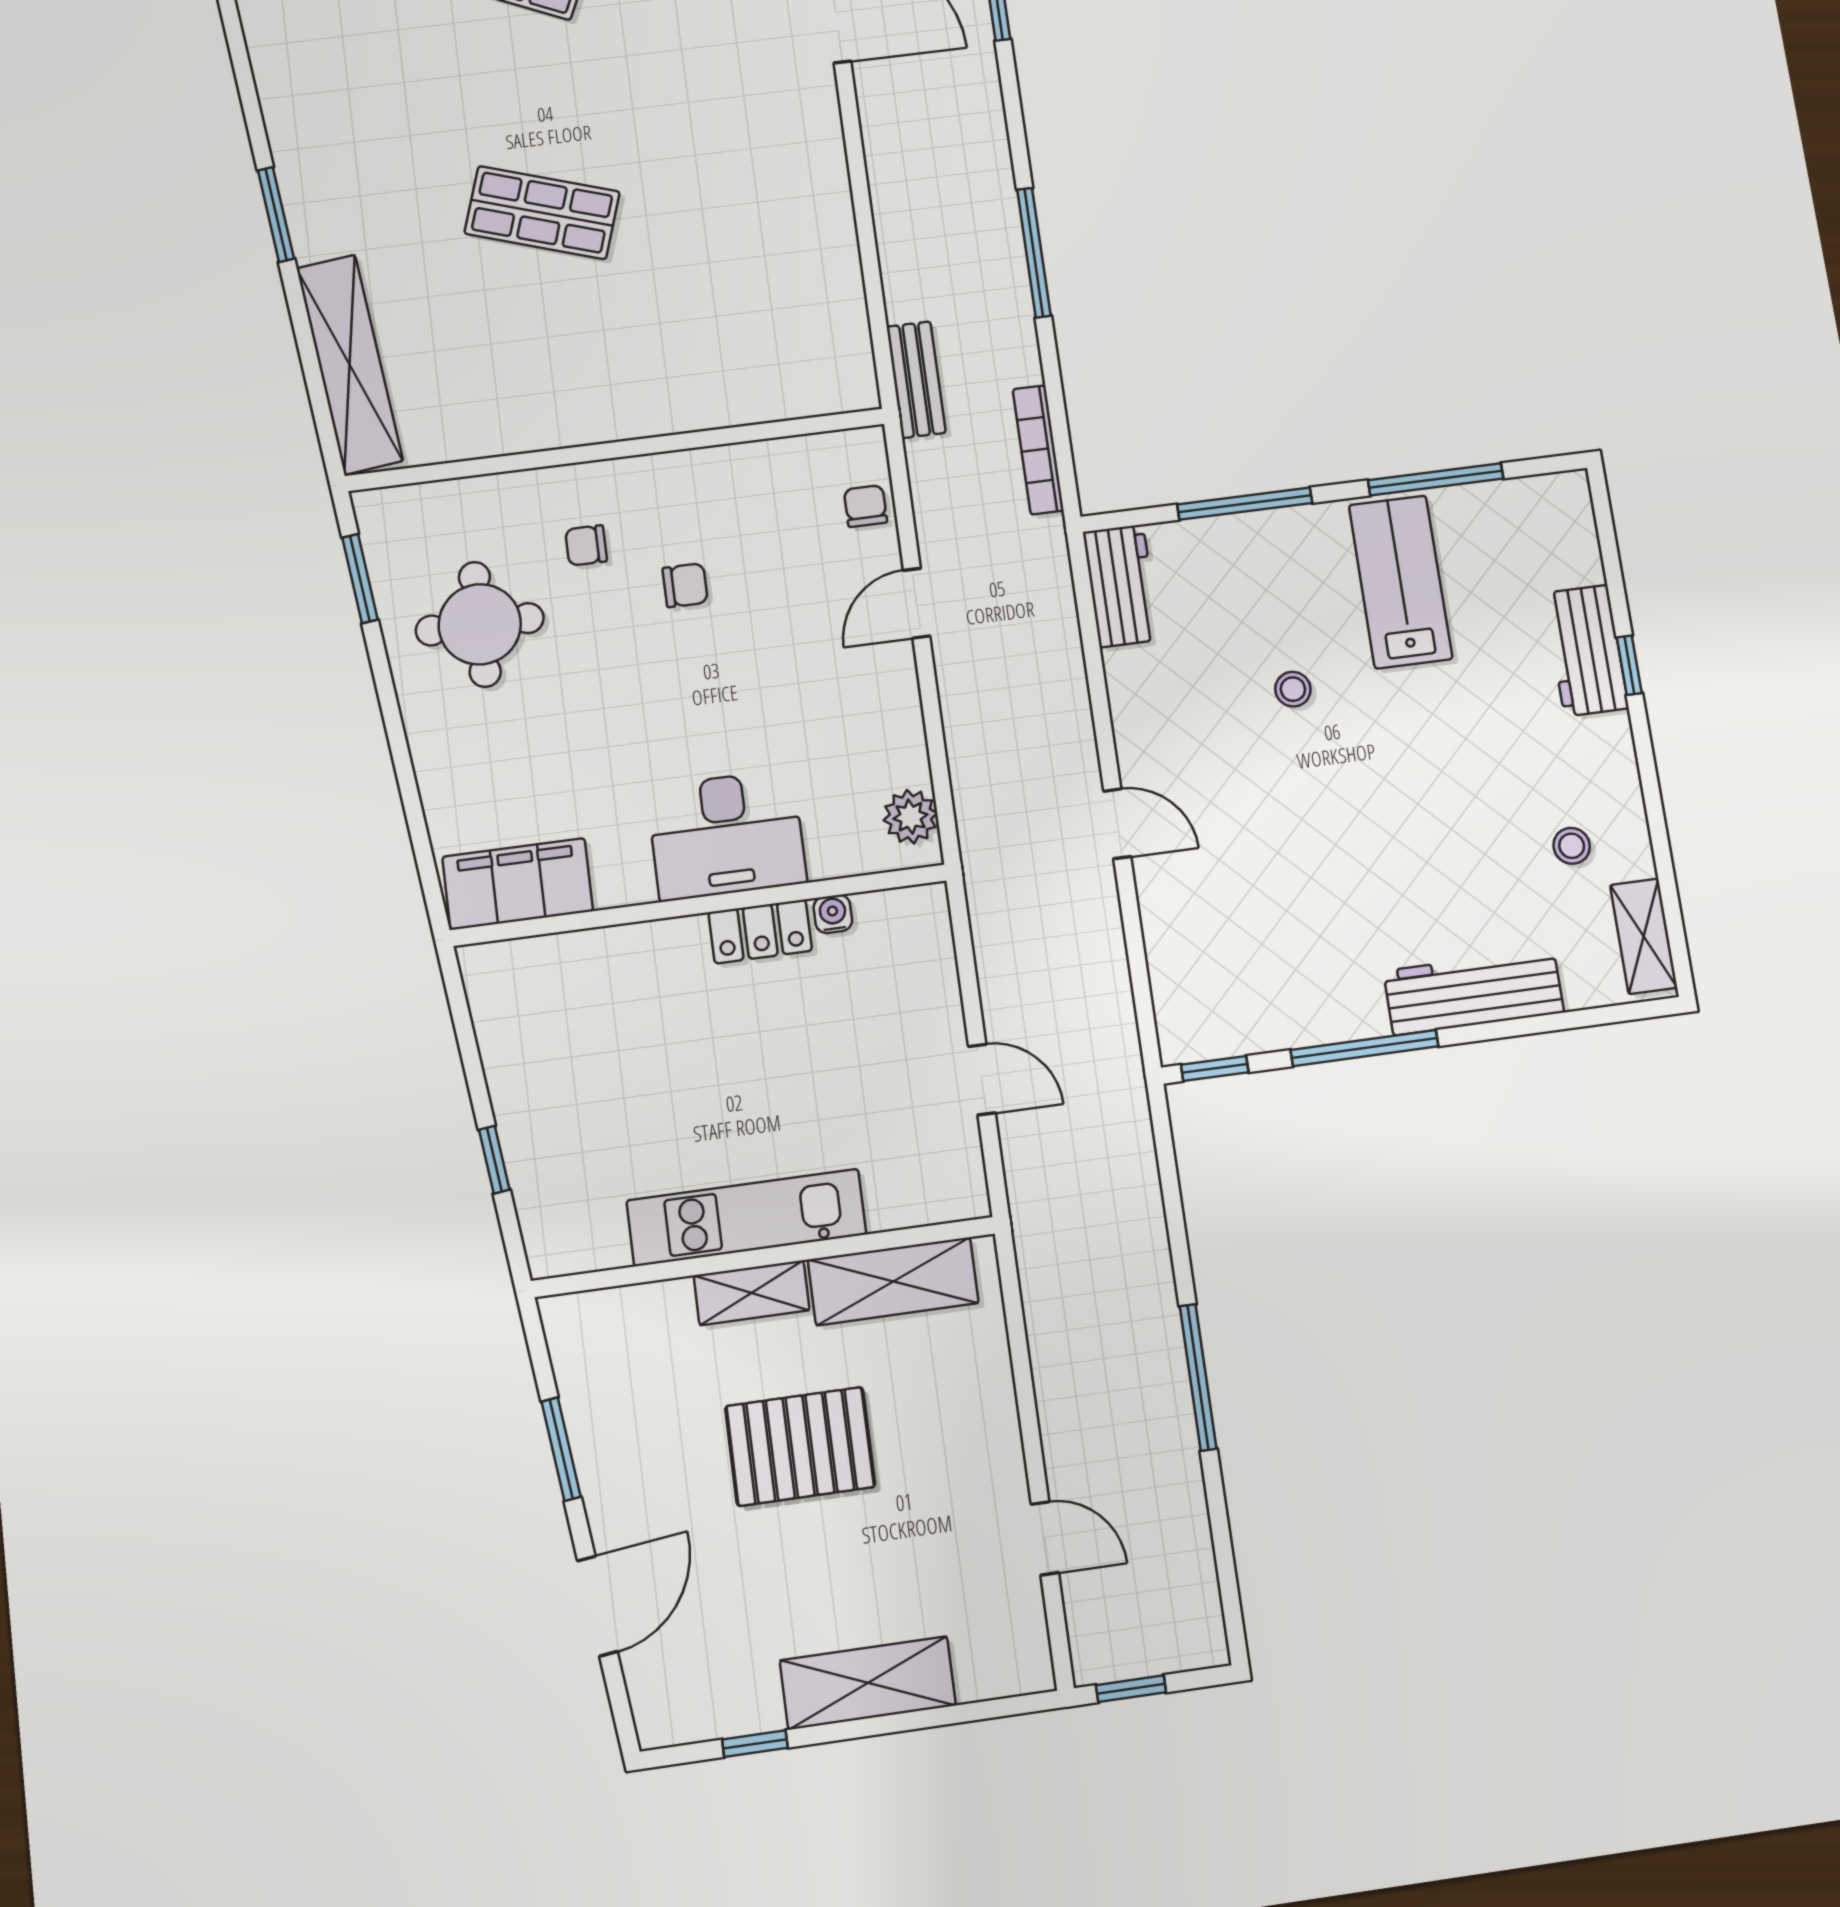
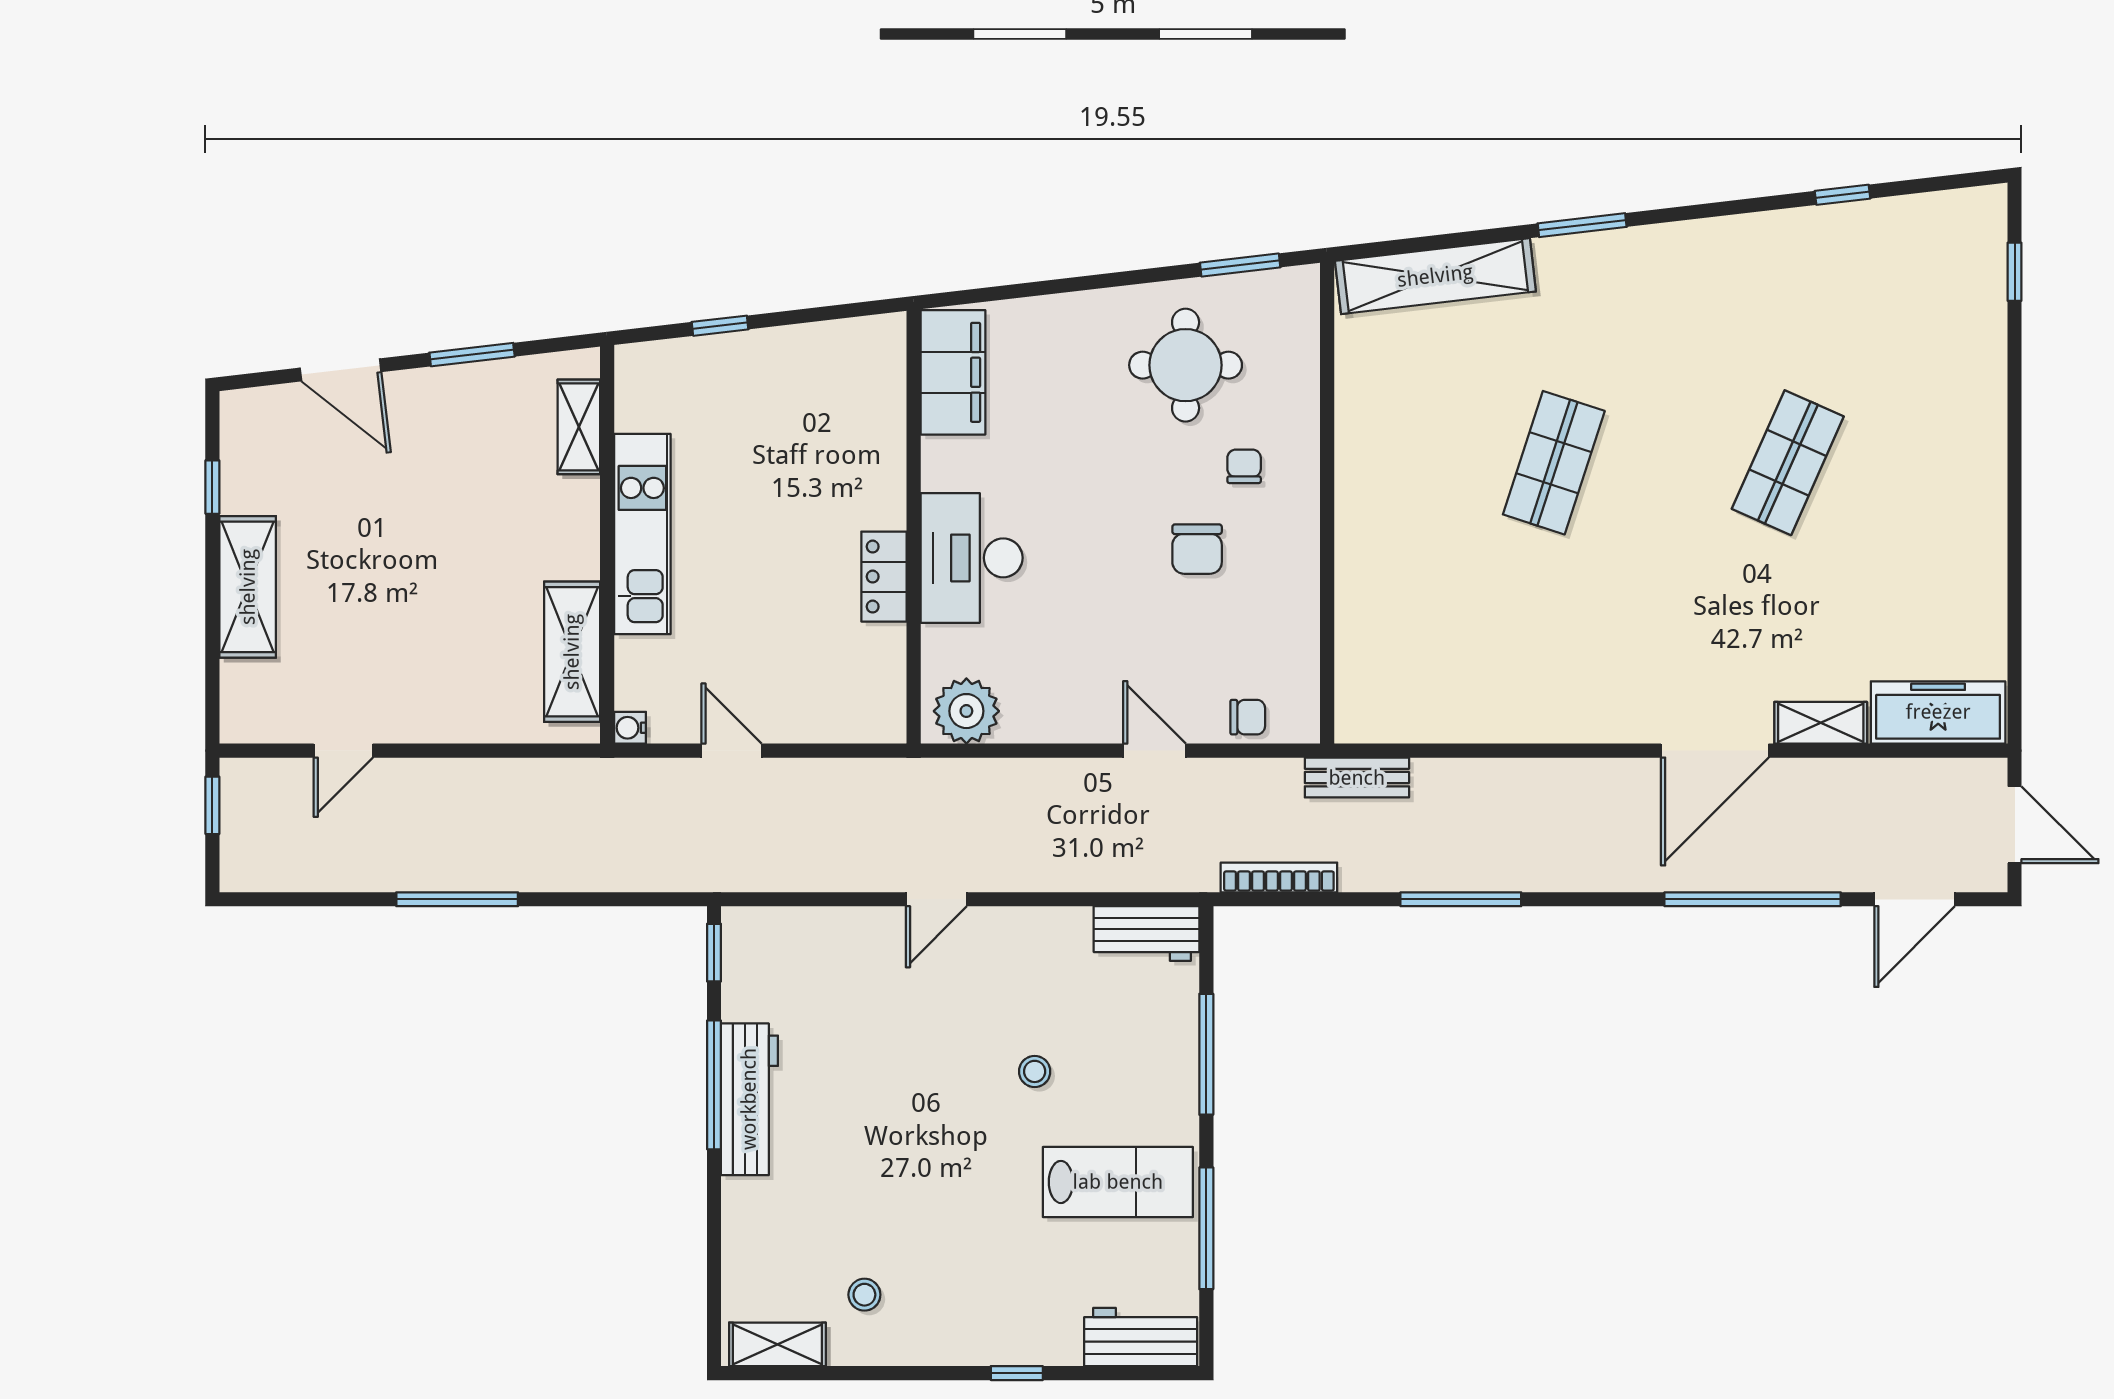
chair: (685, 585) -> (1197, 549), width x1.37, depth x1.37
workbench: (1586, 650) -> (1141, 1337), moved
plant: (910, 817) -> (966, 711), width x1.36, depth x1.36
water cooler: (833, 914) -> (630, 728), moved, turned 180
workbench: (1474, 992) -> (749, 1099), moved
door: (982, 1080) -> (732, 751), swing flipped
shelving: (752, 1293) -> (579, 427), moved
pallet: (800, 1446) -> (447, 555), removed

